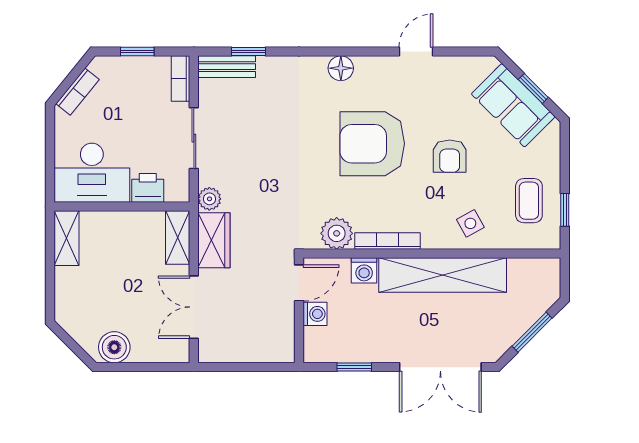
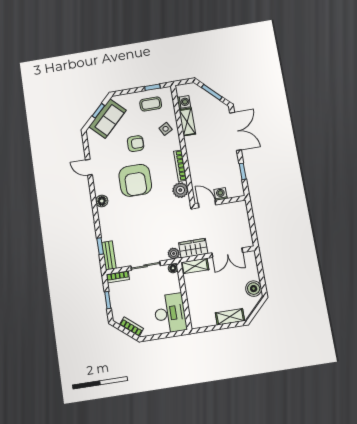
printer: (148, 188) -> (173, 284), removed
floor lamp: (180, 193) -> (173, 268), added
shelving: (66, 238) -> (230, 317), moved
washing machine: (364, 270) -> (184, 102), moved
shelving: (443, 275) -> (187, 122), width x0.45, depth x0.75

